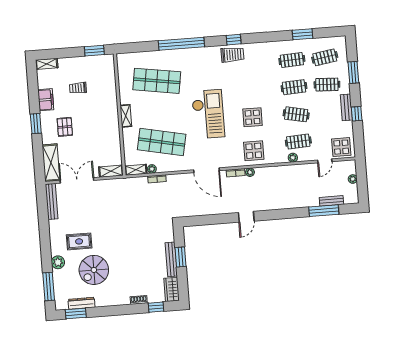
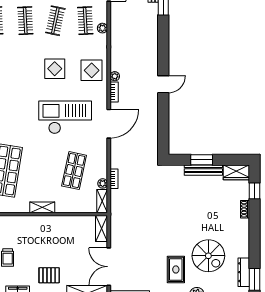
checkout: (208, 114) -> (65, 117), moved
shop shelf: (162, 142) -> (74, 171), width x0.70, depth x0.74
door: (246, 217) -> (163, 84), hinge flipped

